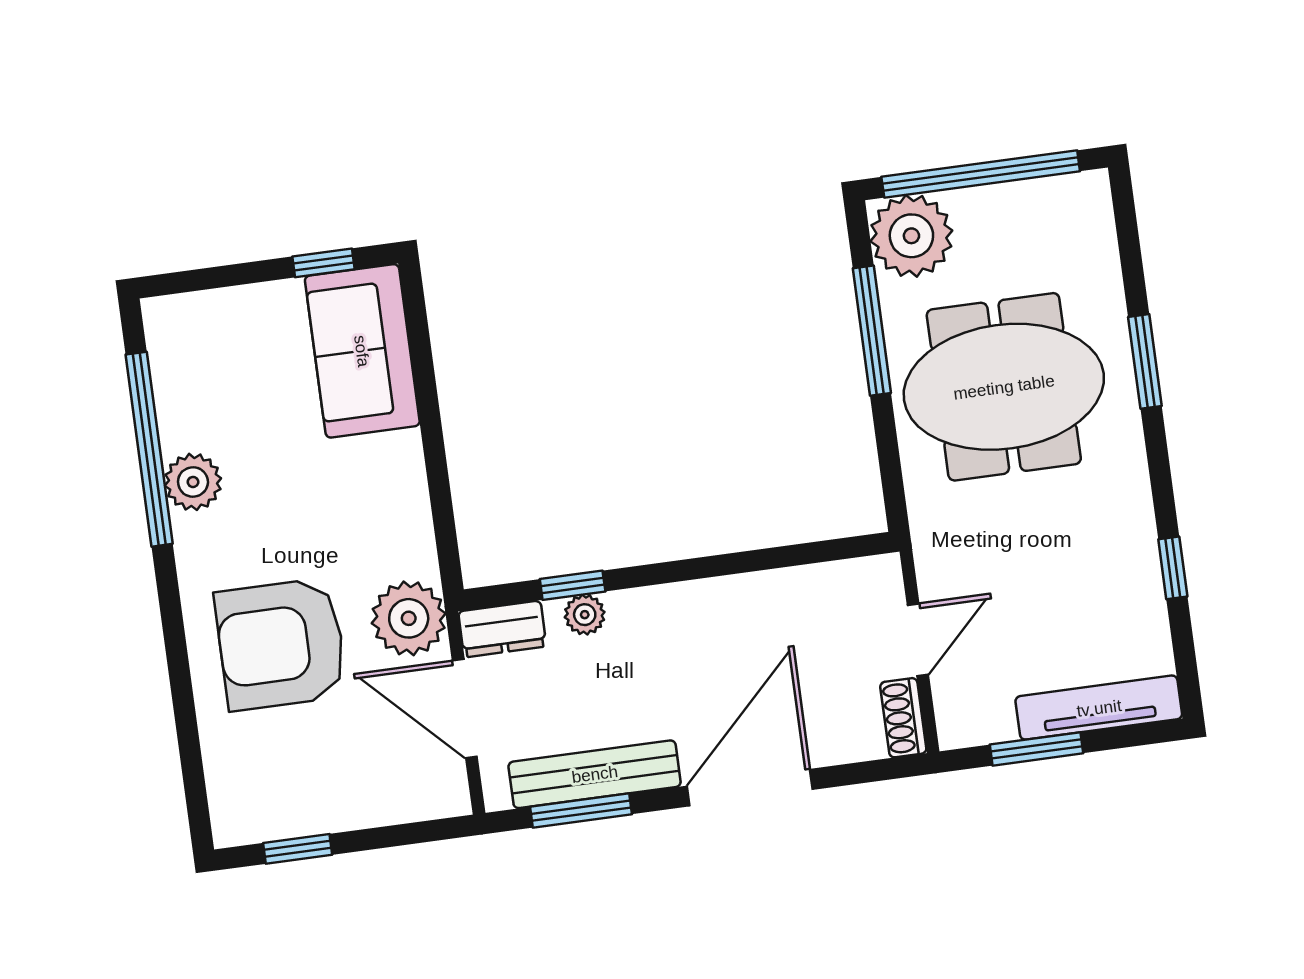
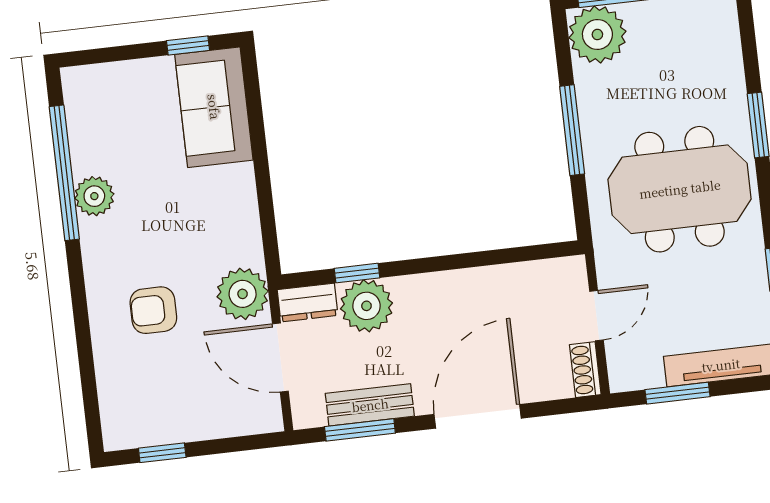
window: (872, 331) -> (572, 130), moved
meeting table: (1004, 387) -> (680, 189), moved
plant: (585, 615) -> (366, 306), width x1.87, depth x1.87
armchair: (281, 644) -> (153, 310), width x0.53, depth x0.53
bench: (595, 774) -> (370, 405), width x0.73

